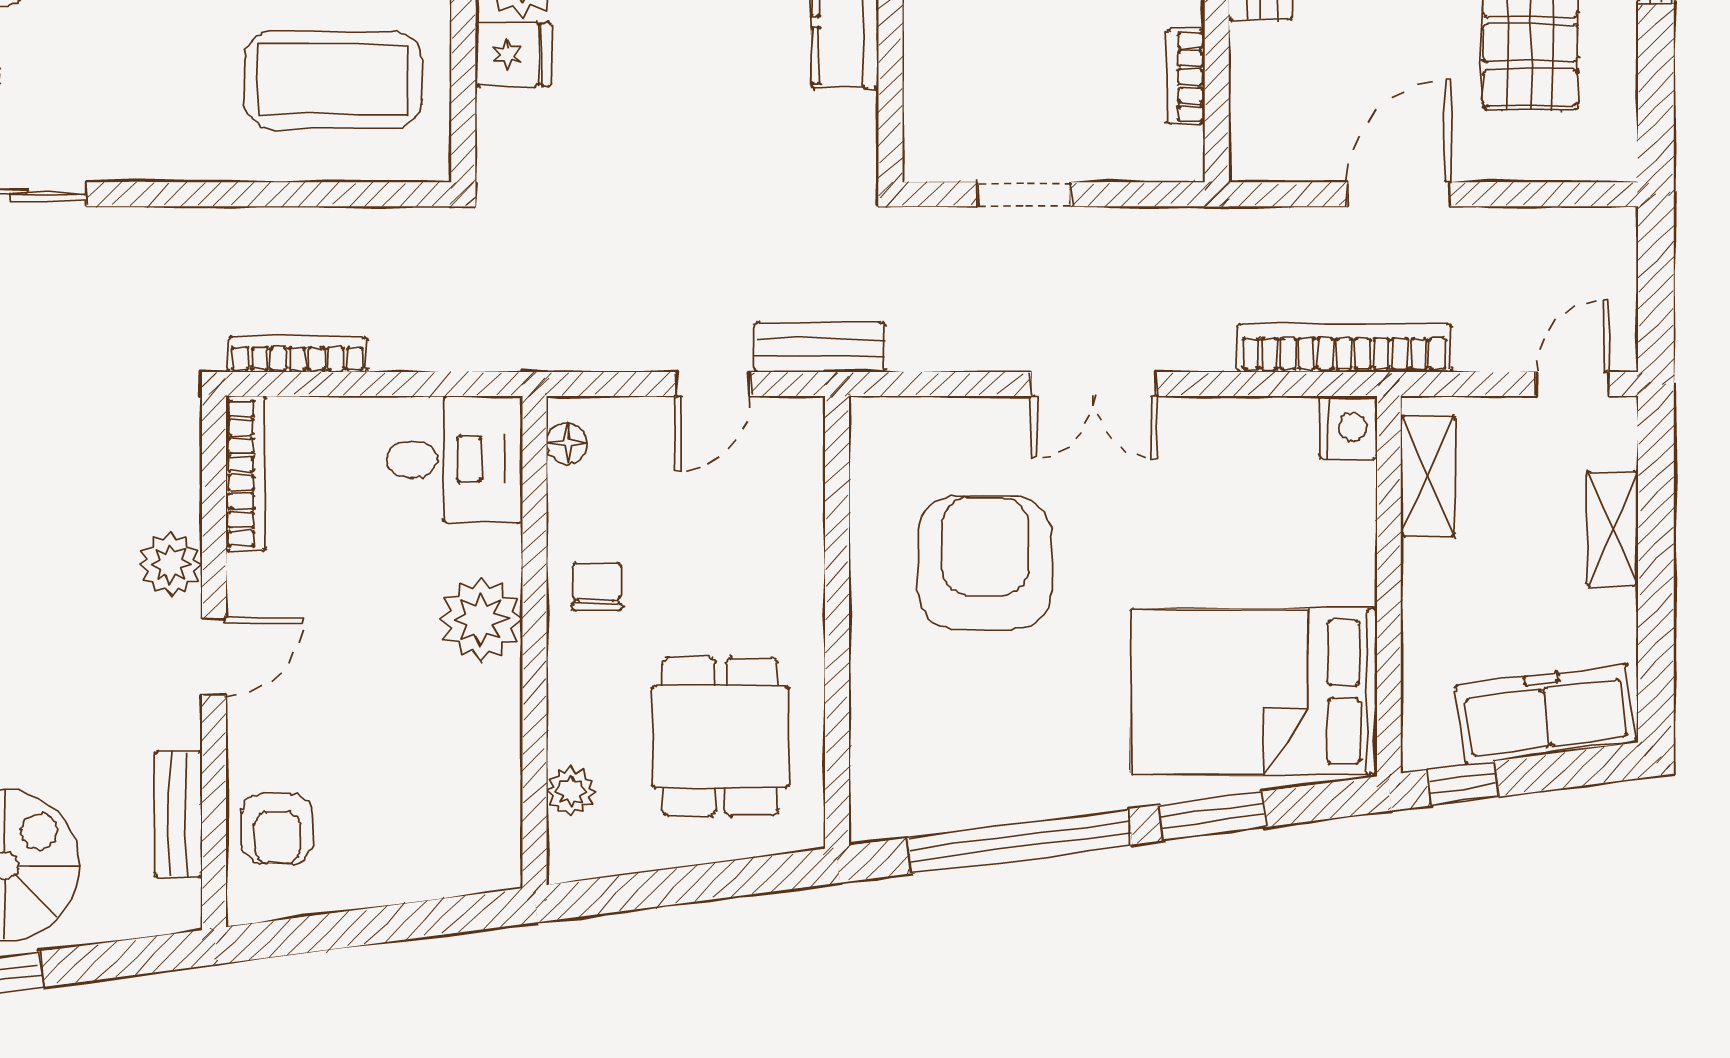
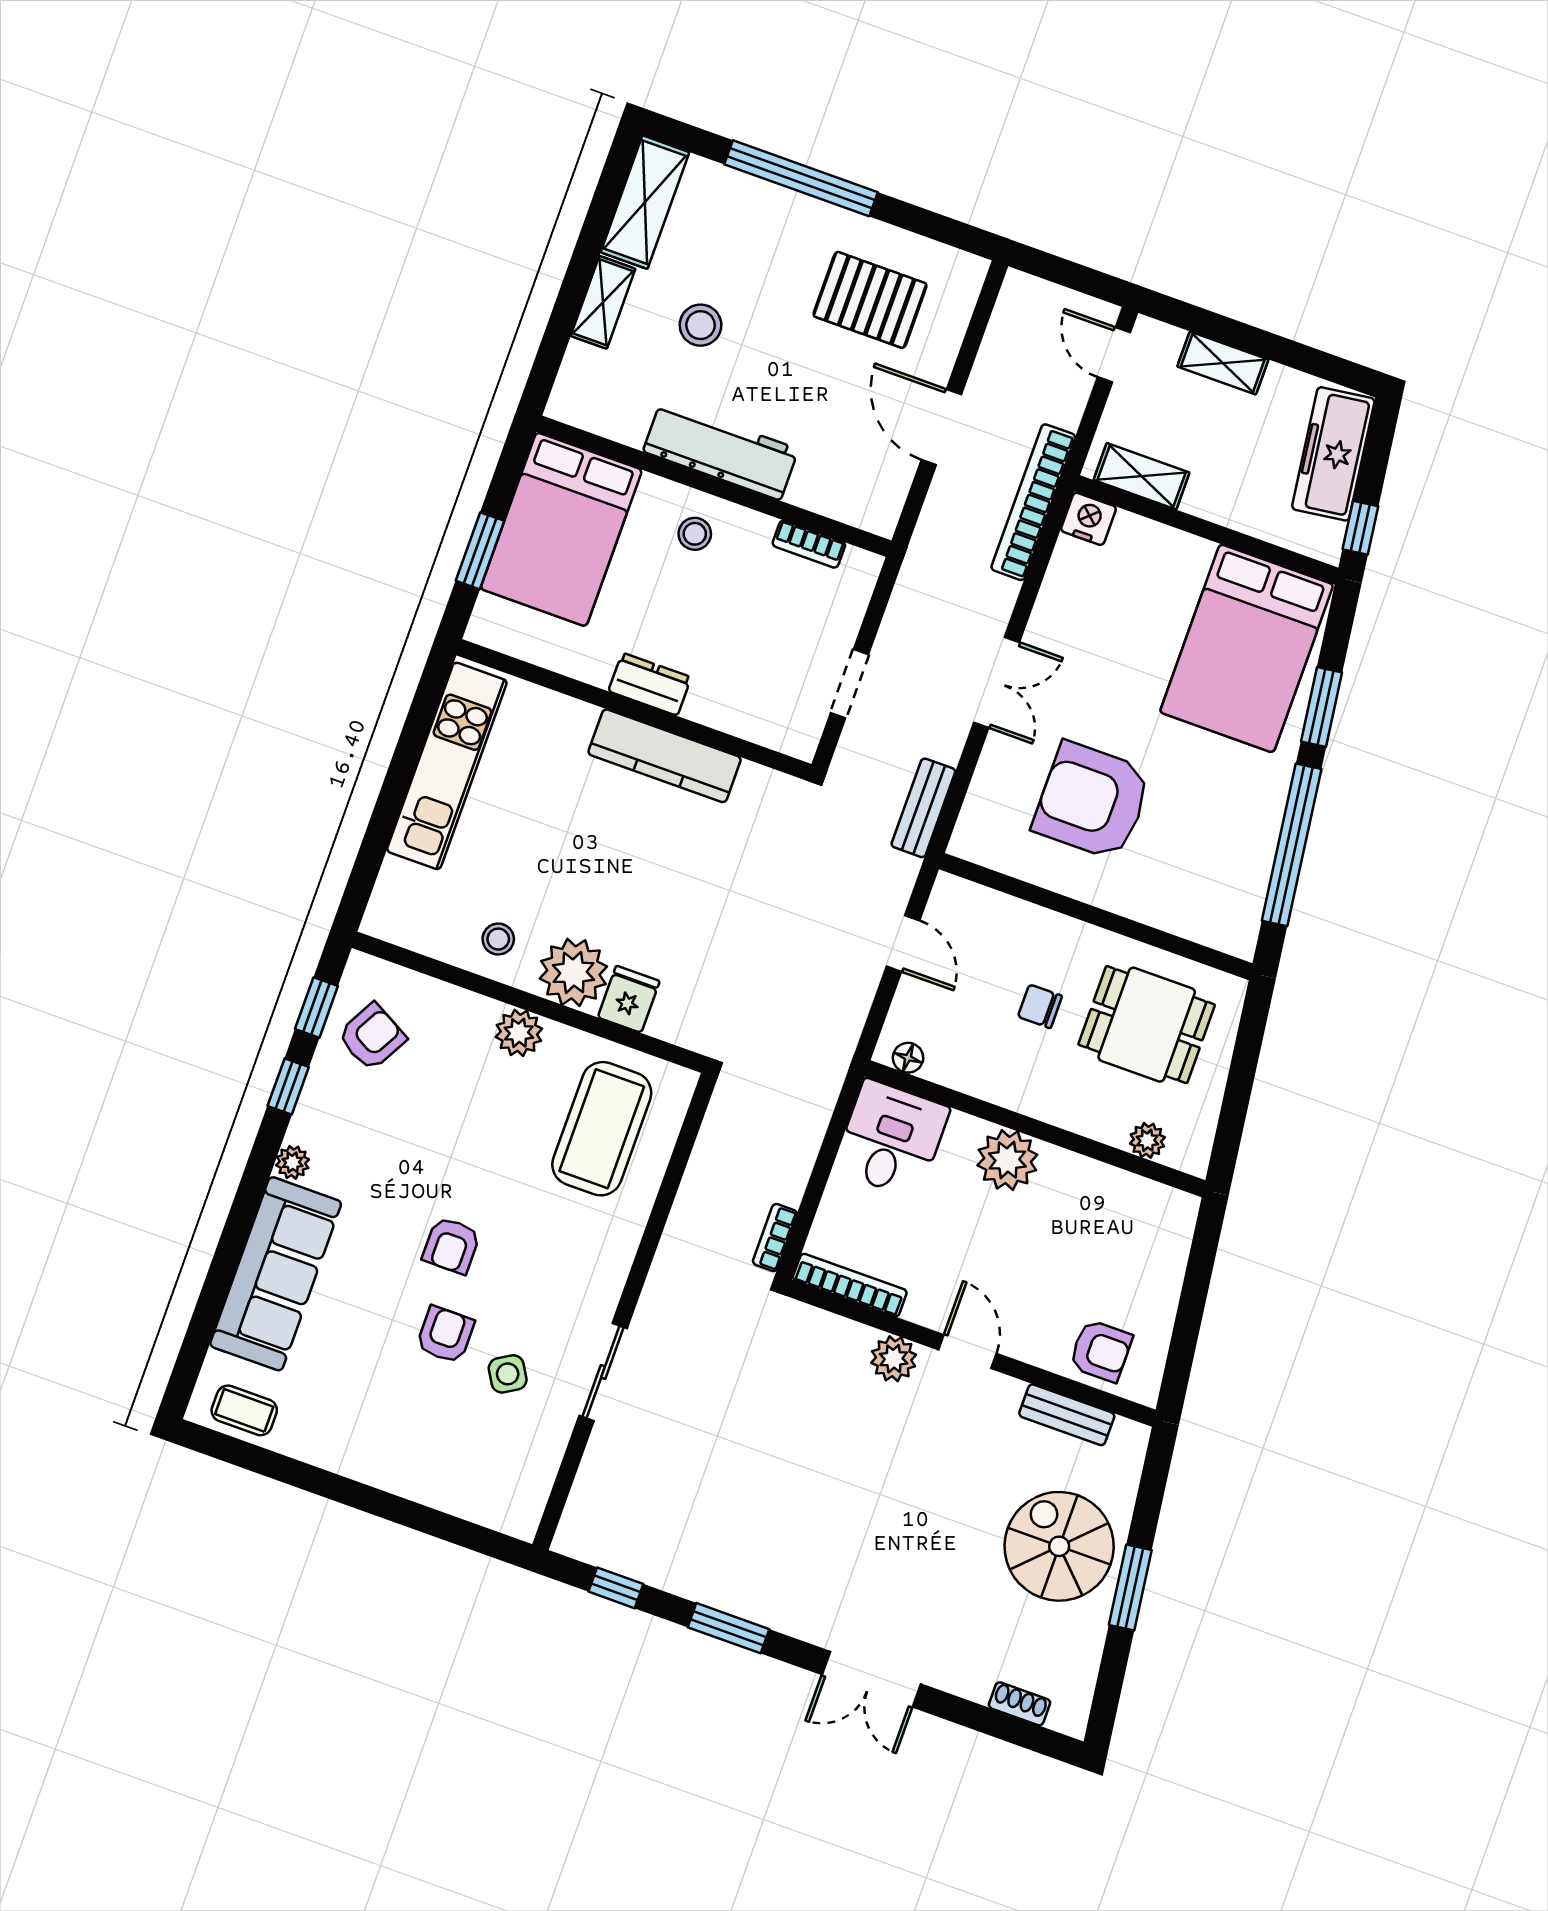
bench: (820, 347) -> (923, 808), moved
bookcase: (298, 354) -> (775, 1238), width x0.64
chair: (597, 587) -> (1040, 1006), moved

